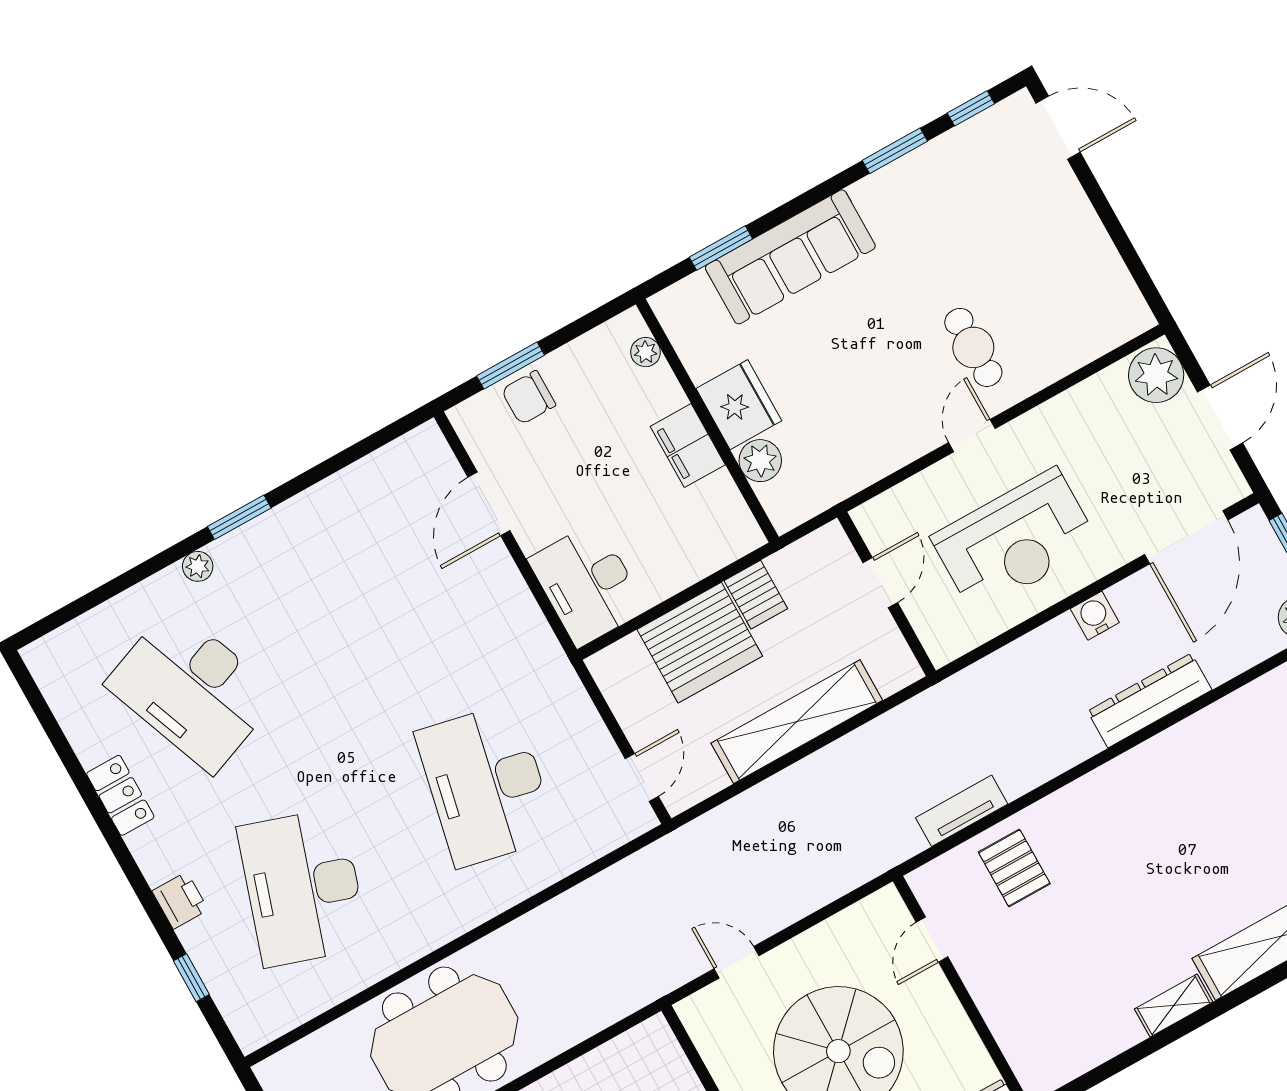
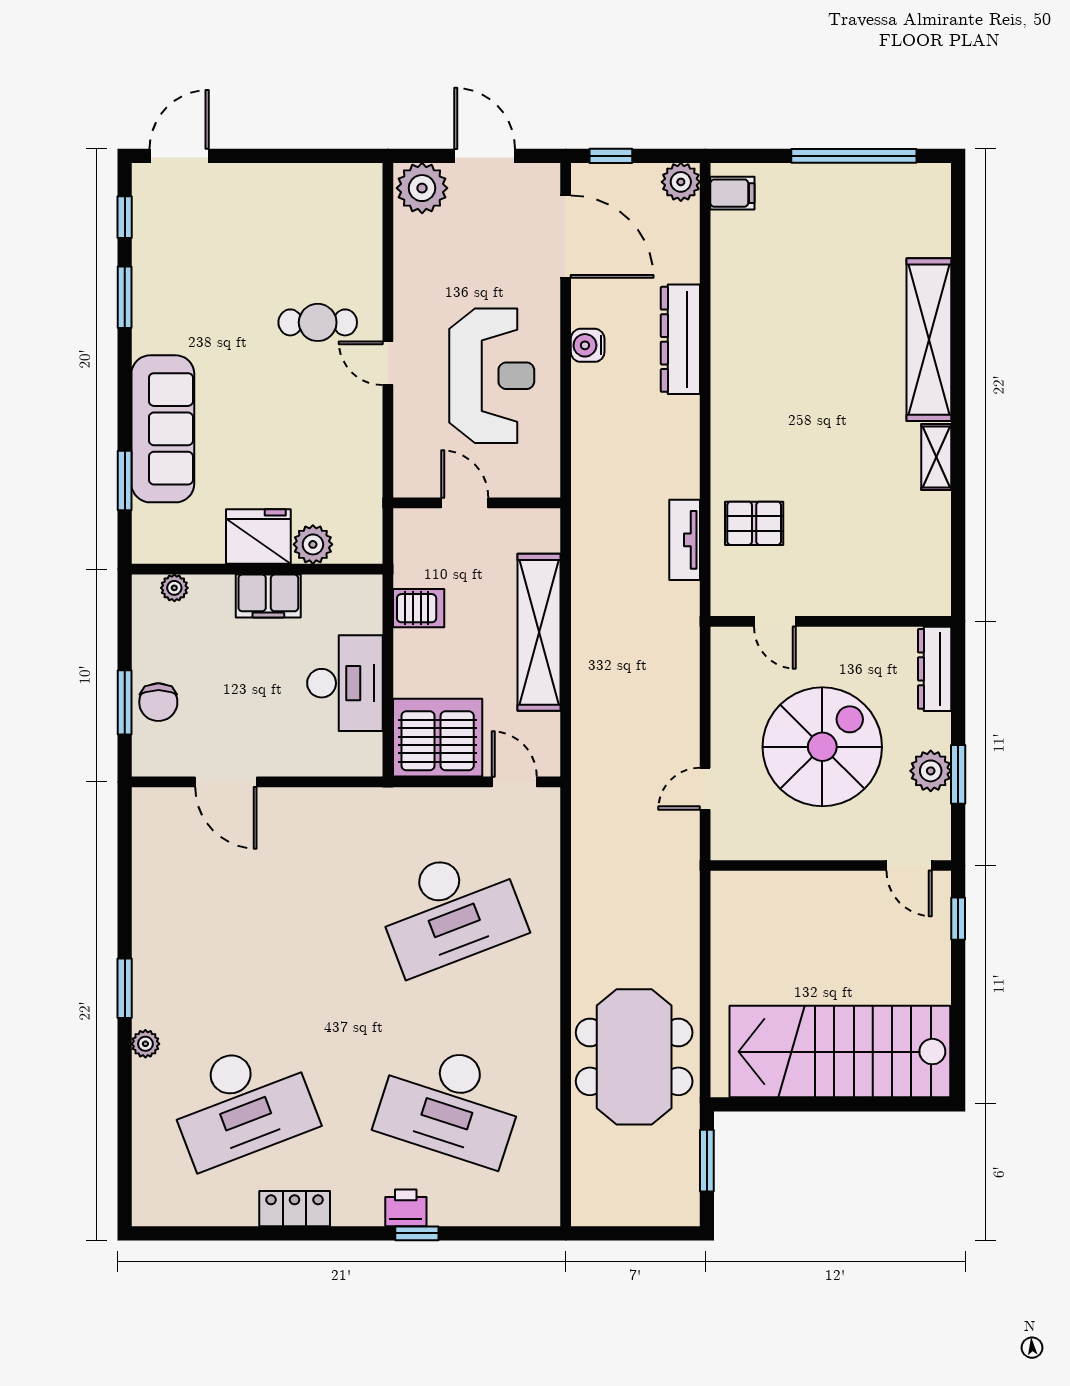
desk: (587, 584) -> (345, 683), moved, turned -90
server rack: (700, 643) -> (438, 738), moved, turned -90
desk: (486, 785) -> (450, 910), turned -33
window: (191, 978) -> (417, 1233), moved

